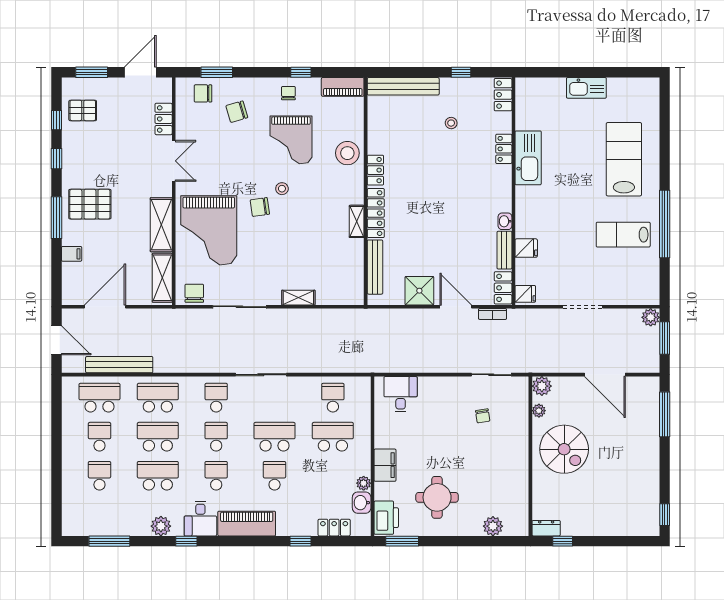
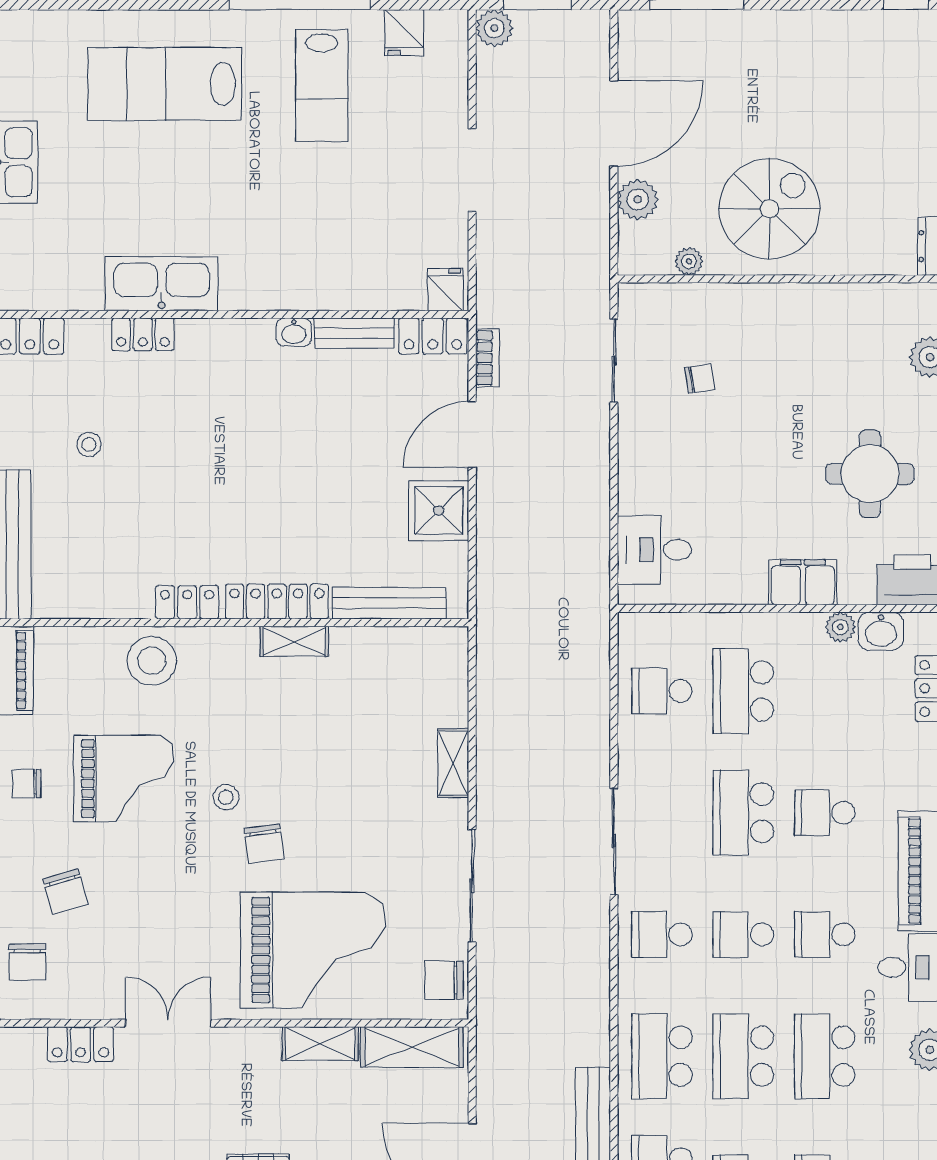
shelving: (161, 225) -> (320, 1044), width x0.67, depth x0.75
fridge: (526, 248) -> (404, 33), moved, turned 180
plant: (542, 386) -> (638, 200), moved

